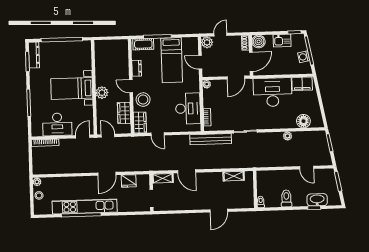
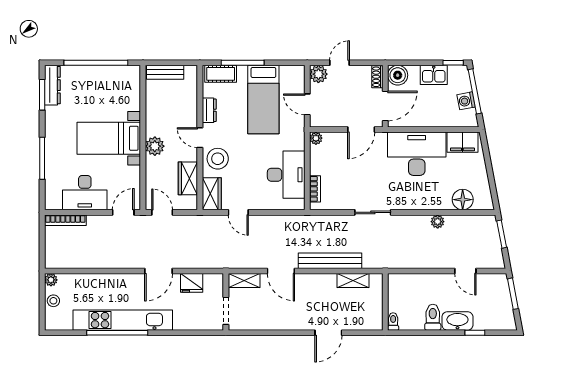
bench: (107, 44) -> (165, 72), added
bench: (211, 139) -> (330, 261), moved
washbasin: (317, 200) -> (457, 321), moved

